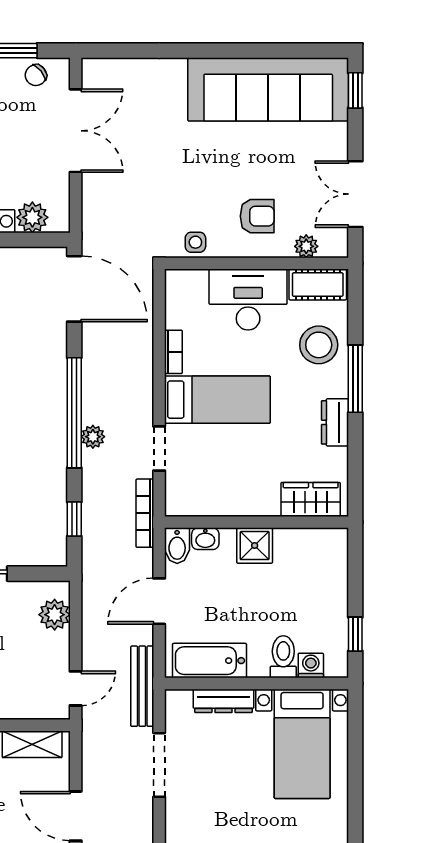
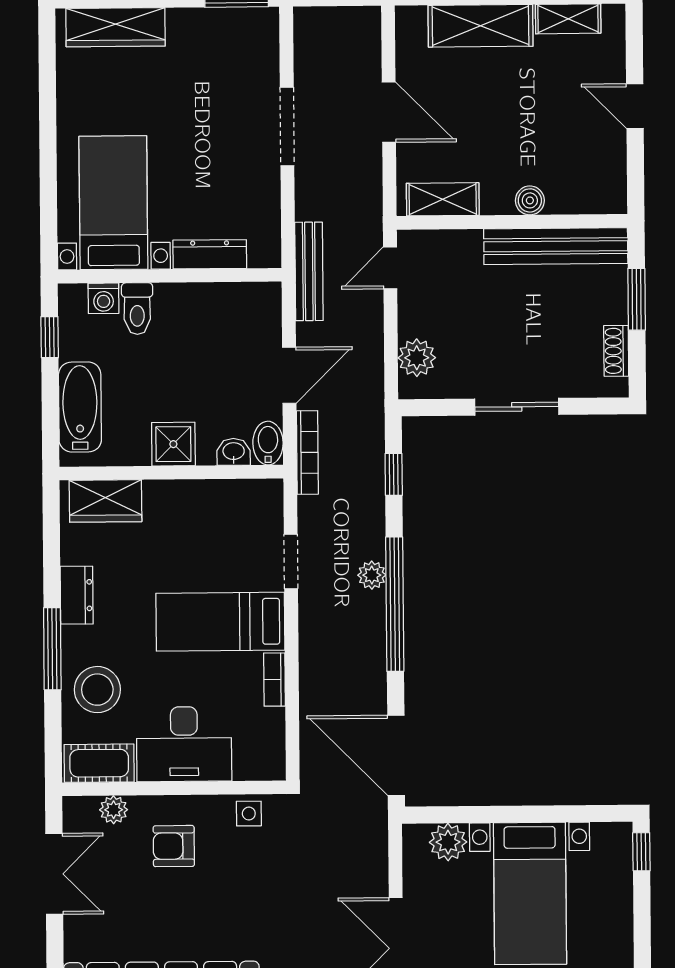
bookcase: (145, 513) -> (307, 452), moved
bathtub: (209, 661) -> (80, 407), moved, turned -90
doorway: (159, 765) -> (287, 127), moved

